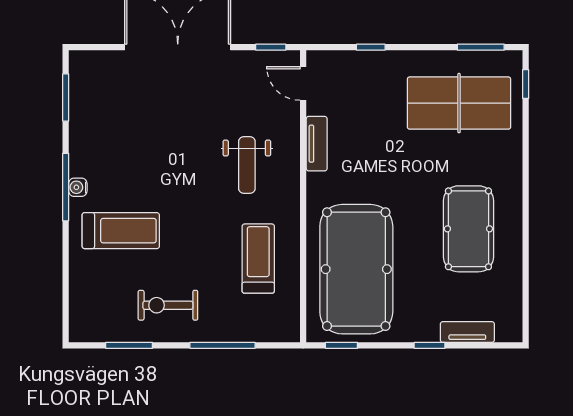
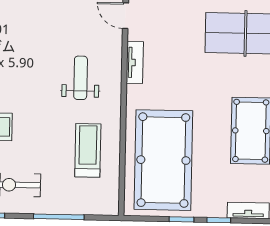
weight bench: (247, 165) -> (81, 78), turned 180
window: (341, 345) -> (182, 219), moved

